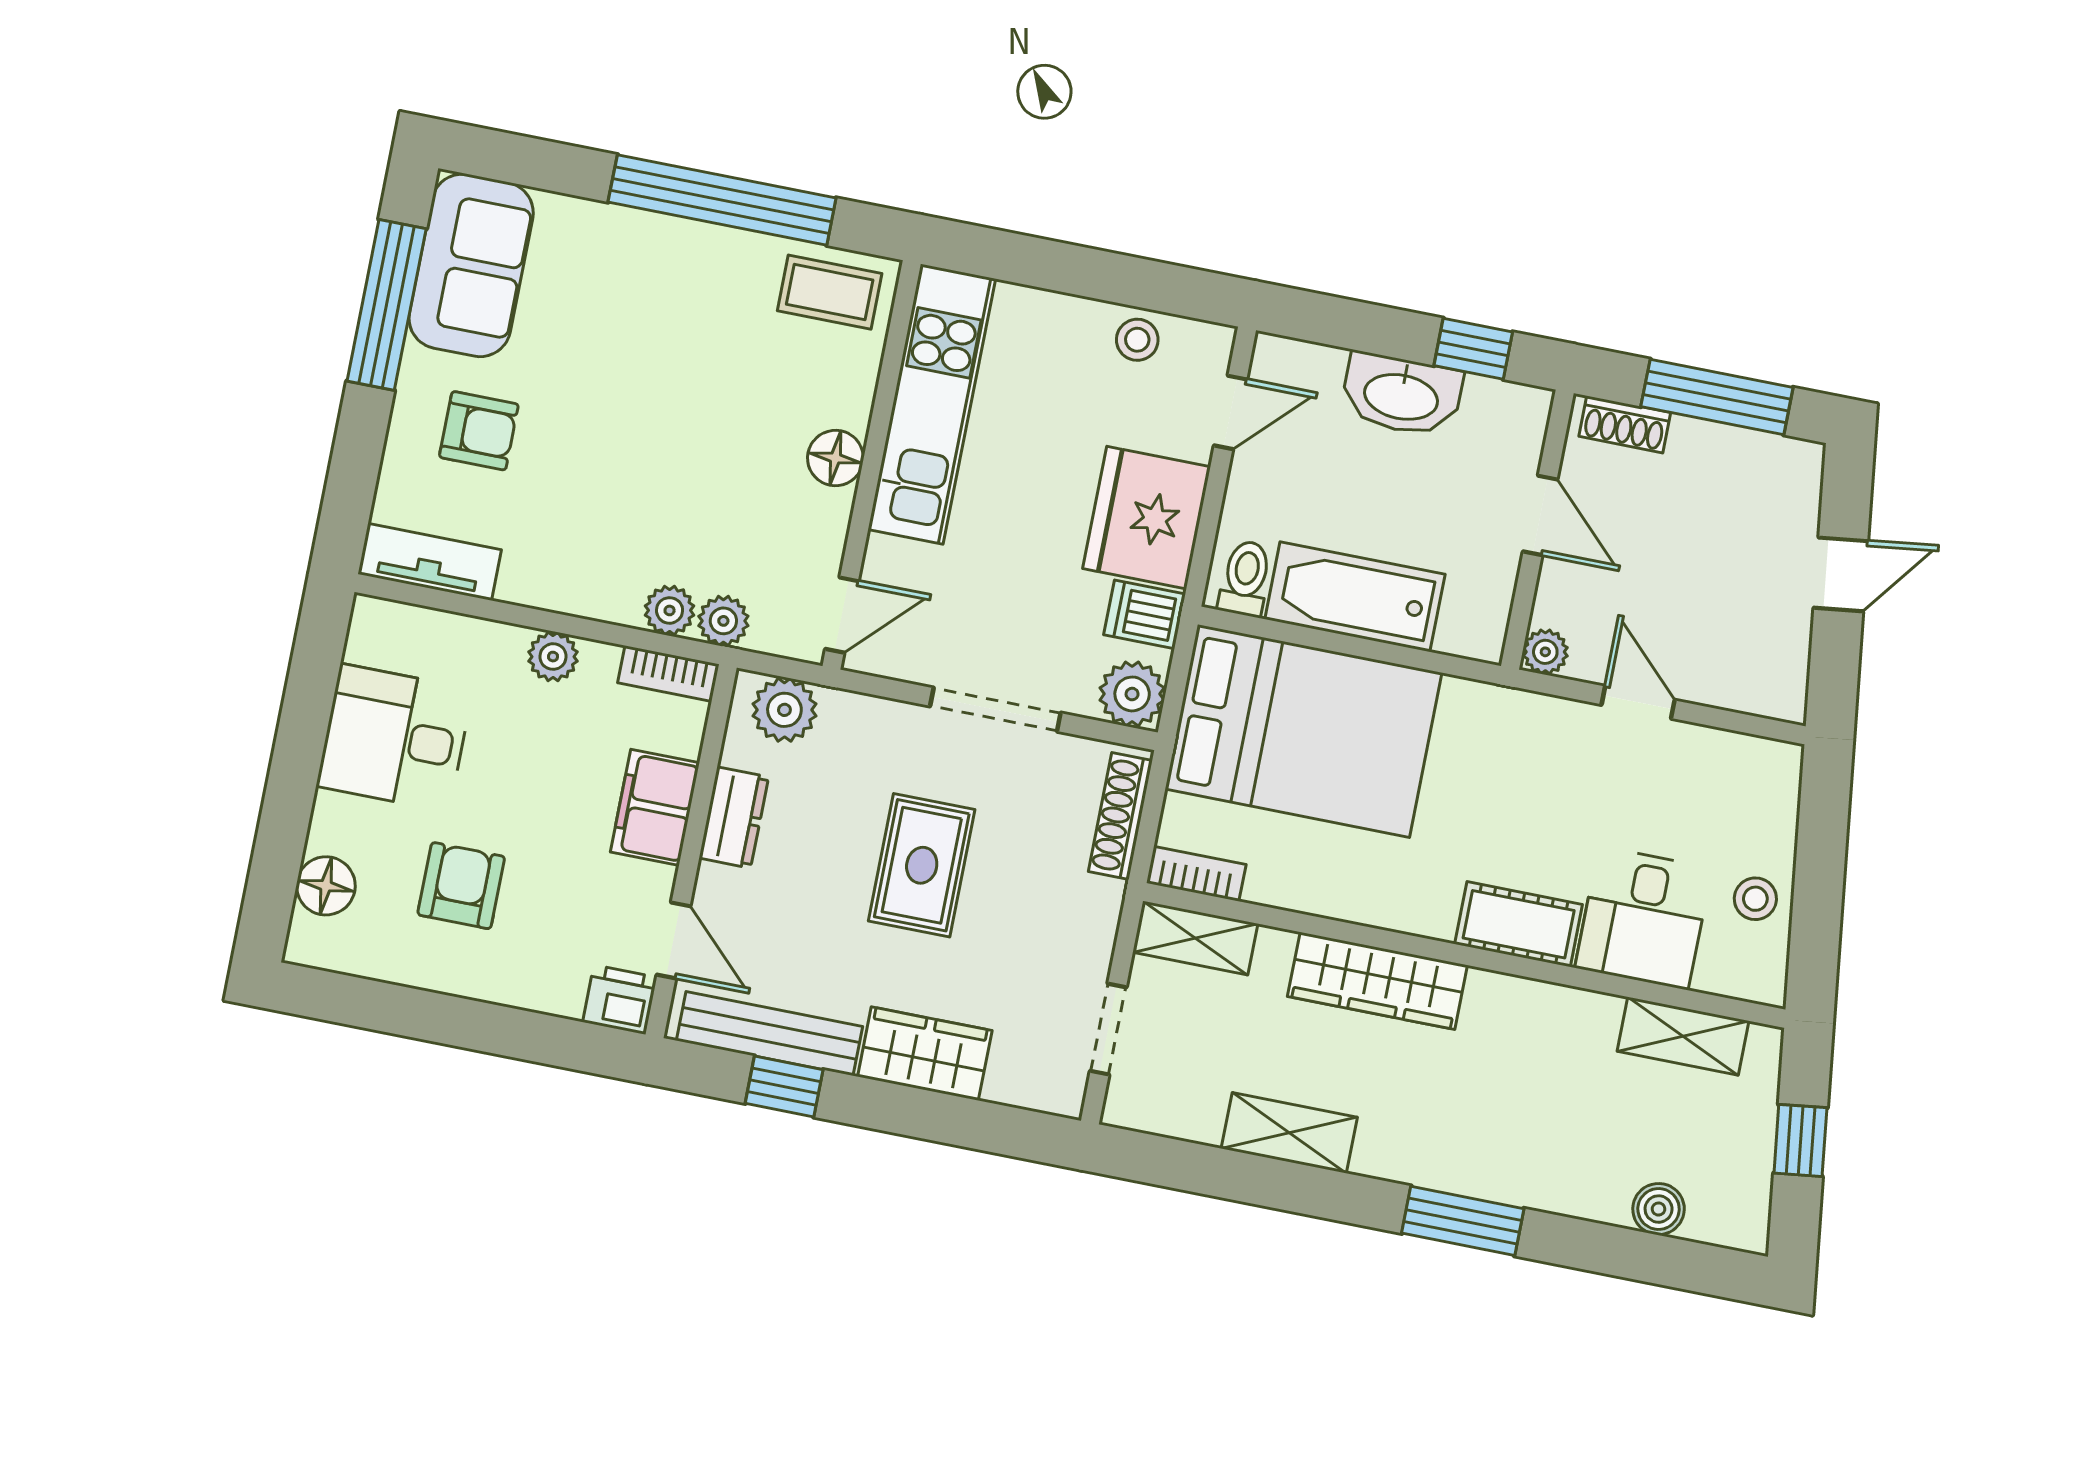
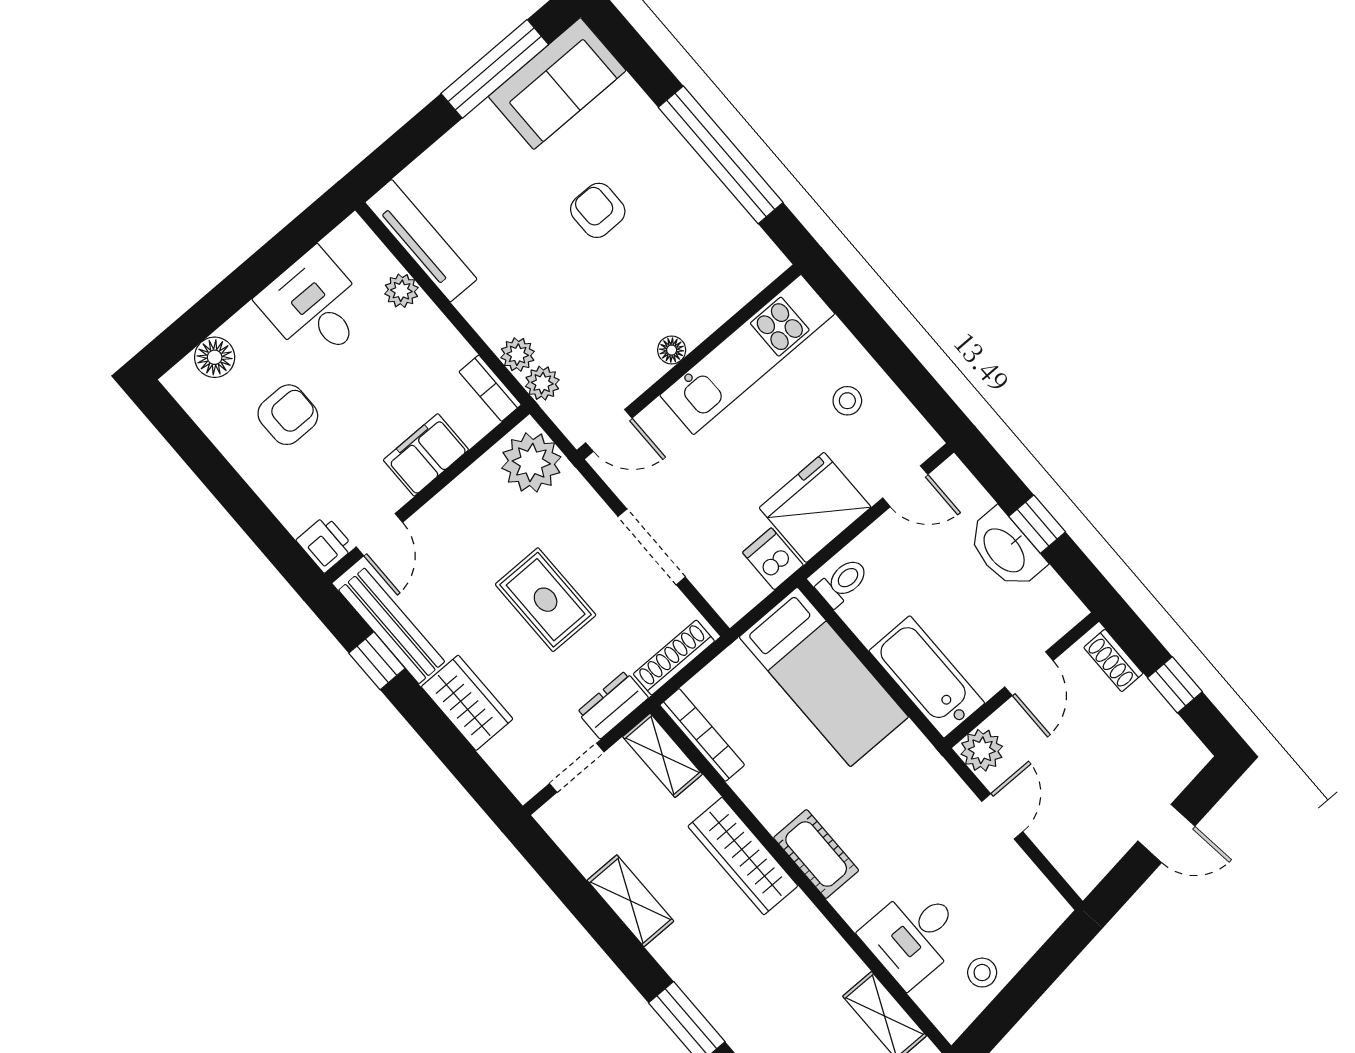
coffee table: (830, 292) -> (740, 251), removed
stool: (1137, 340) -> (847, 401), moved
window: (1473, 349) -> (1037, 524), moved
window: (1717, 397) -> (1175, 685), width x0.46
armchair: (479, 431) -> (598, 210), moved, turned 180
floor lamp: (835, 458) -> (672, 350), width x0.73, depth x0.73
tv unit: (430, 562) -> (421, 241), width x1.41
bathtub: (1355, 597) -> (927, 677), moved
plant: (1545, 652) -> (982, 750), width x1.38, depth x1.38
plant: (553, 657) -> (401, 291), moved
plant: (1132, 694) -> (732, 597), removed
plant: (784, 710) -> (531, 462), width x1.36, depth x1.36
bed: (1304, 731) -> (824, 677), width x0.67
dresser: (734, 817) -> (613, 705), moved, turned 180
rug: (922, 865) -> (546, 600), turned 90
bookcase: (1196, 874) -> (702, 735), width x1.56
cot: (1519, 924) -> (816, 854), moved

